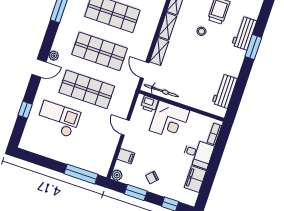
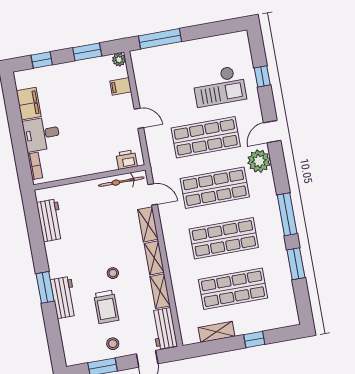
plant: (54, 56) -> (259, 161), width x1.87, depth x1.87
corner desk: (170, 121) -> (94, 153), removed
chair: (152, 177) -> (78, 79), removed

